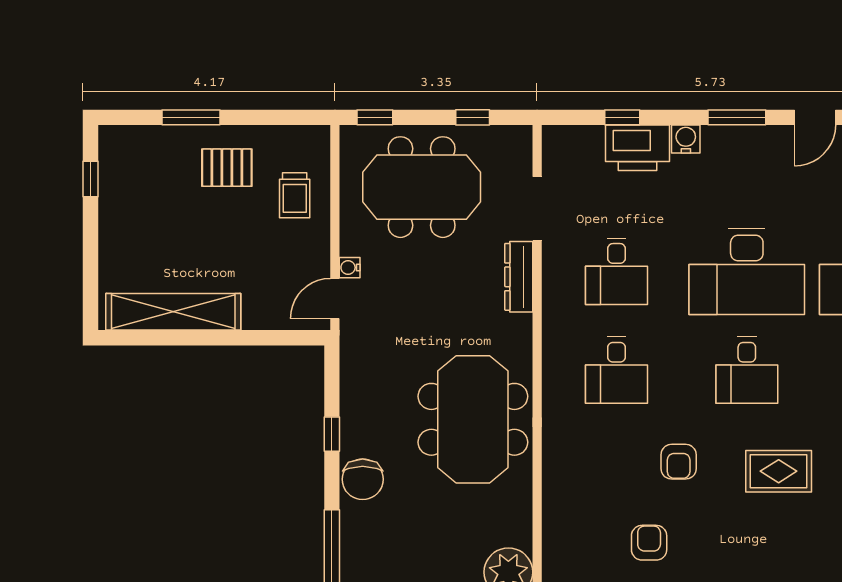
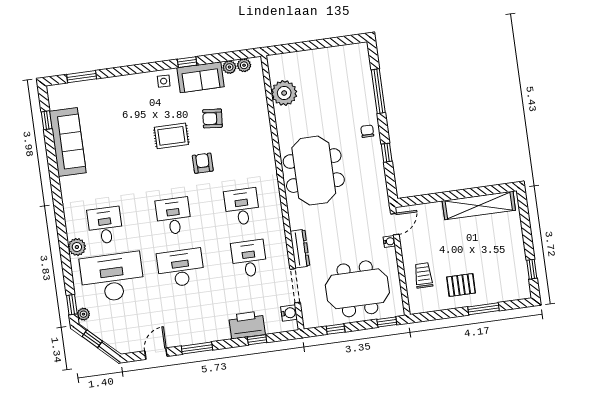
water cooler: (686, 139) -> (289, 313), moved, turned -90
desk: (747, 271) -> (181, 268), width x0.73, depth x0.77
rug: (779, 471) -> (171, 136), moved
chair: (363, 479) -> (367, 131), width x0.54, depth x0.54
armchair: (649, 543) -> (212, 118), turned 95

